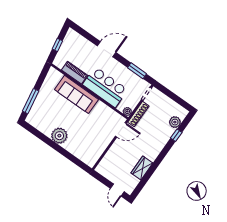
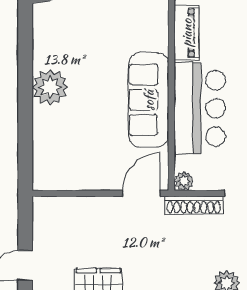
sofa: (76, 94) -> (149, 100), moved
door: (121, 130) -> (141, 193), swing flipped

